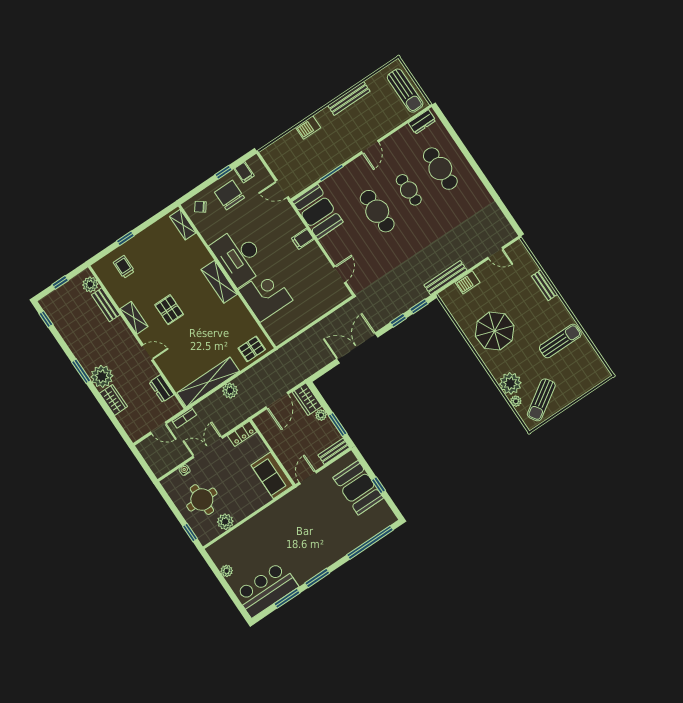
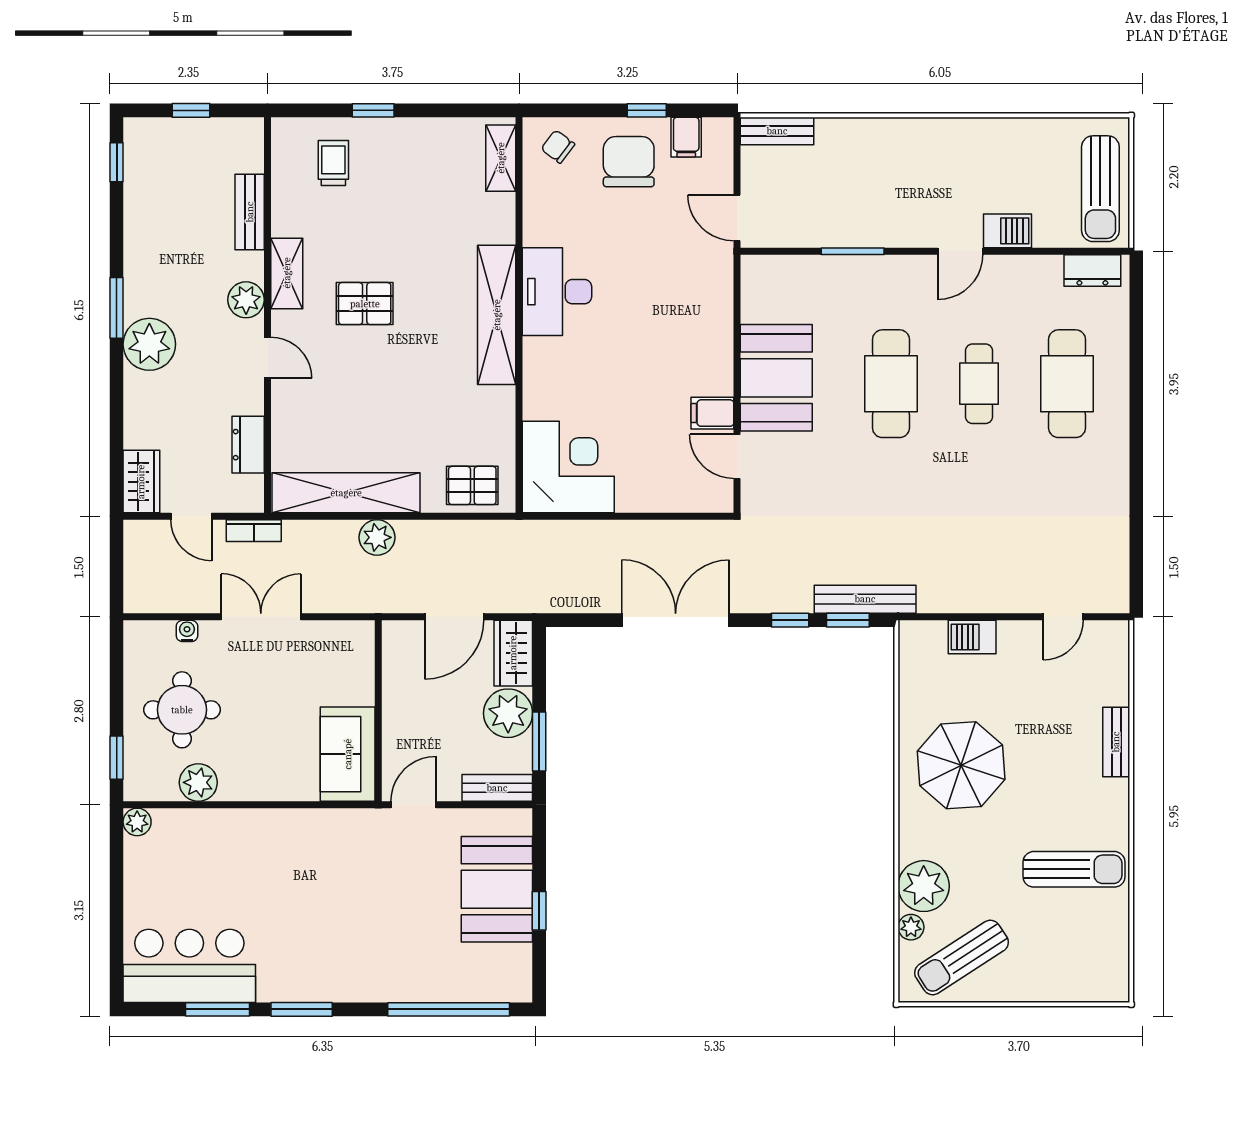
bench: (349, 98) -> (777, 131), moved, width x0.73
barbecue: (308, 128) -> (1007, 231), moved, turned 180
booth: (318, 212) -> (776, 378), moved
filing cabinet: (303, 239) -> (712, 413), moved
door: (495, 253) -> (1063, 617), hinge flipped
desk: (239, 256) -> (557, 292), width x0.73, depth x0.77
door: (340, 274) -> (737, 456), swing flipped
bench: (445, 278) -> (865, 599), moved
shelving: (219, 282) -> (497, 315), width x1.47
plant: (90, 285) -> (246, 300), moved
corner desk: (265, 295) -> (568, 467), moved
pallet: (169, 310) -> (365, 304), turned 90
wardrobe: (113, 400) -> (141, 482), moved
plant: (321, 415) -> (508, 713), width x1.87, depth x1.87
locker: (242, 434) -> (344, 636), removed
plant: (227, 571) -> (137, 822), moved

